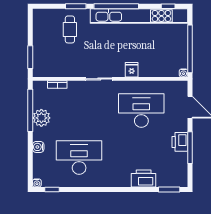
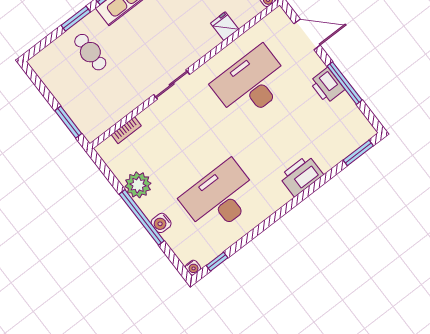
fridge: (132, 70) -> (225, 26), moved
window: (30, 110) -> (142, 217), moved
printer: (144, 179) -> (301, 176), moved

